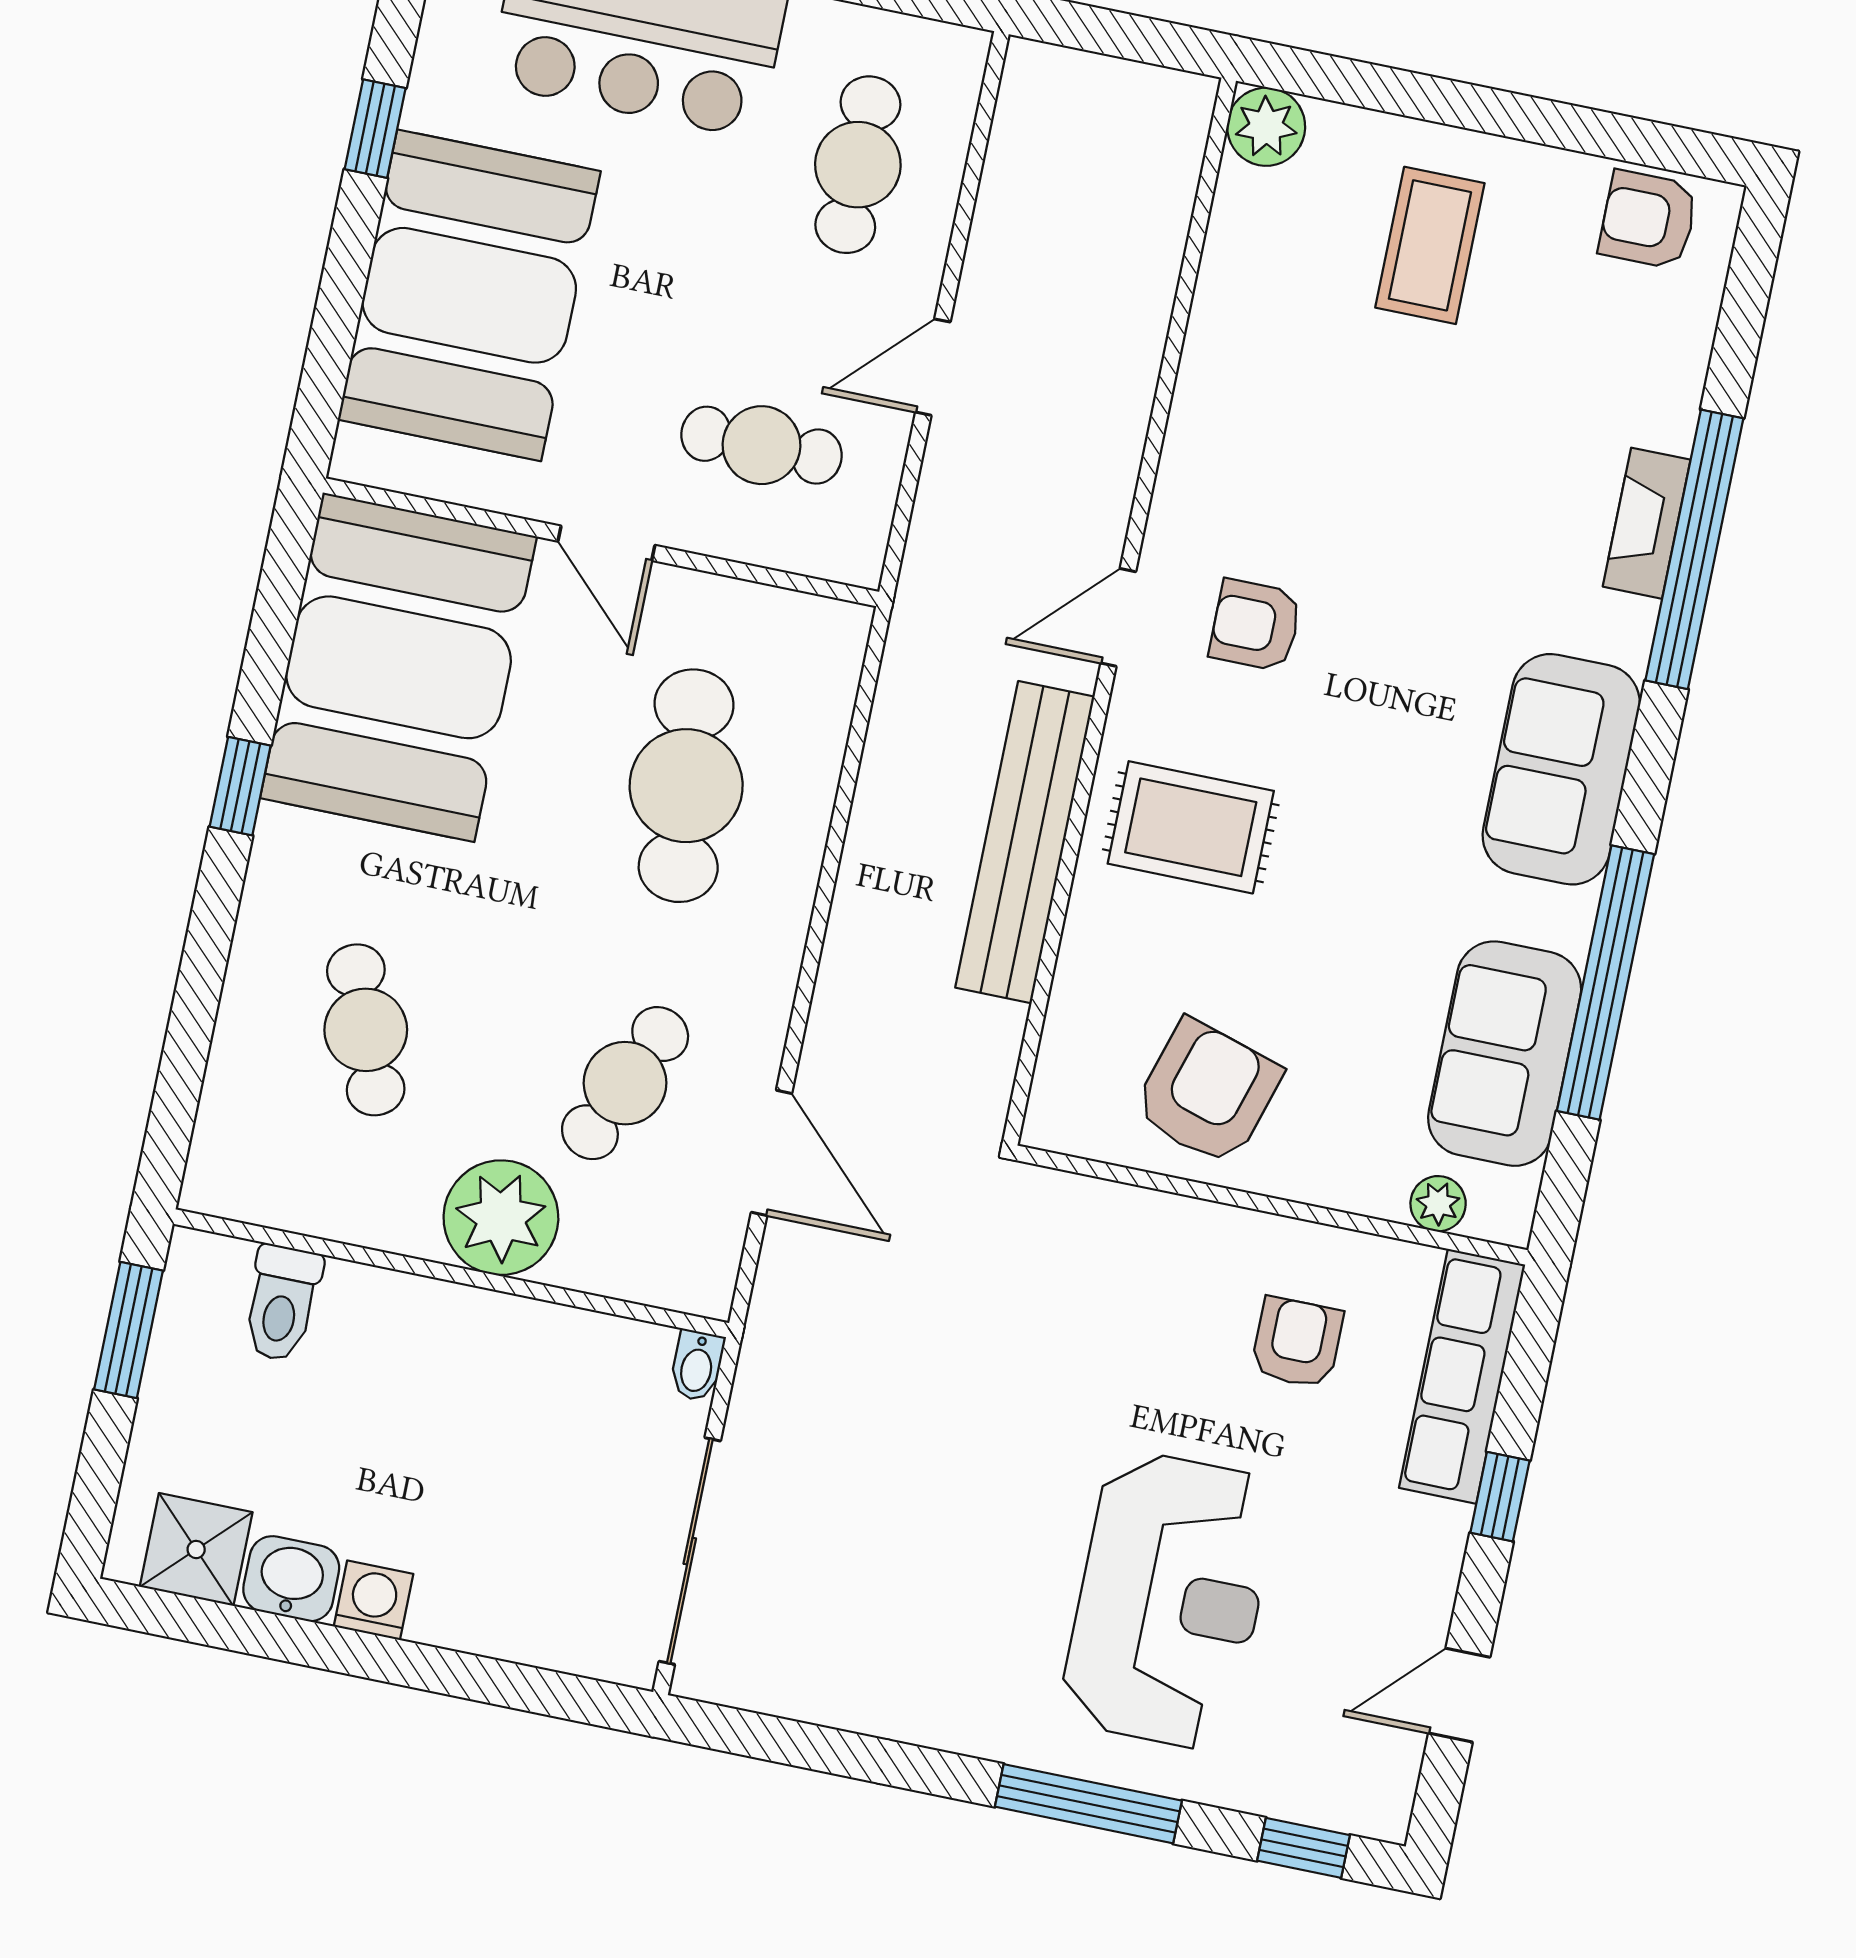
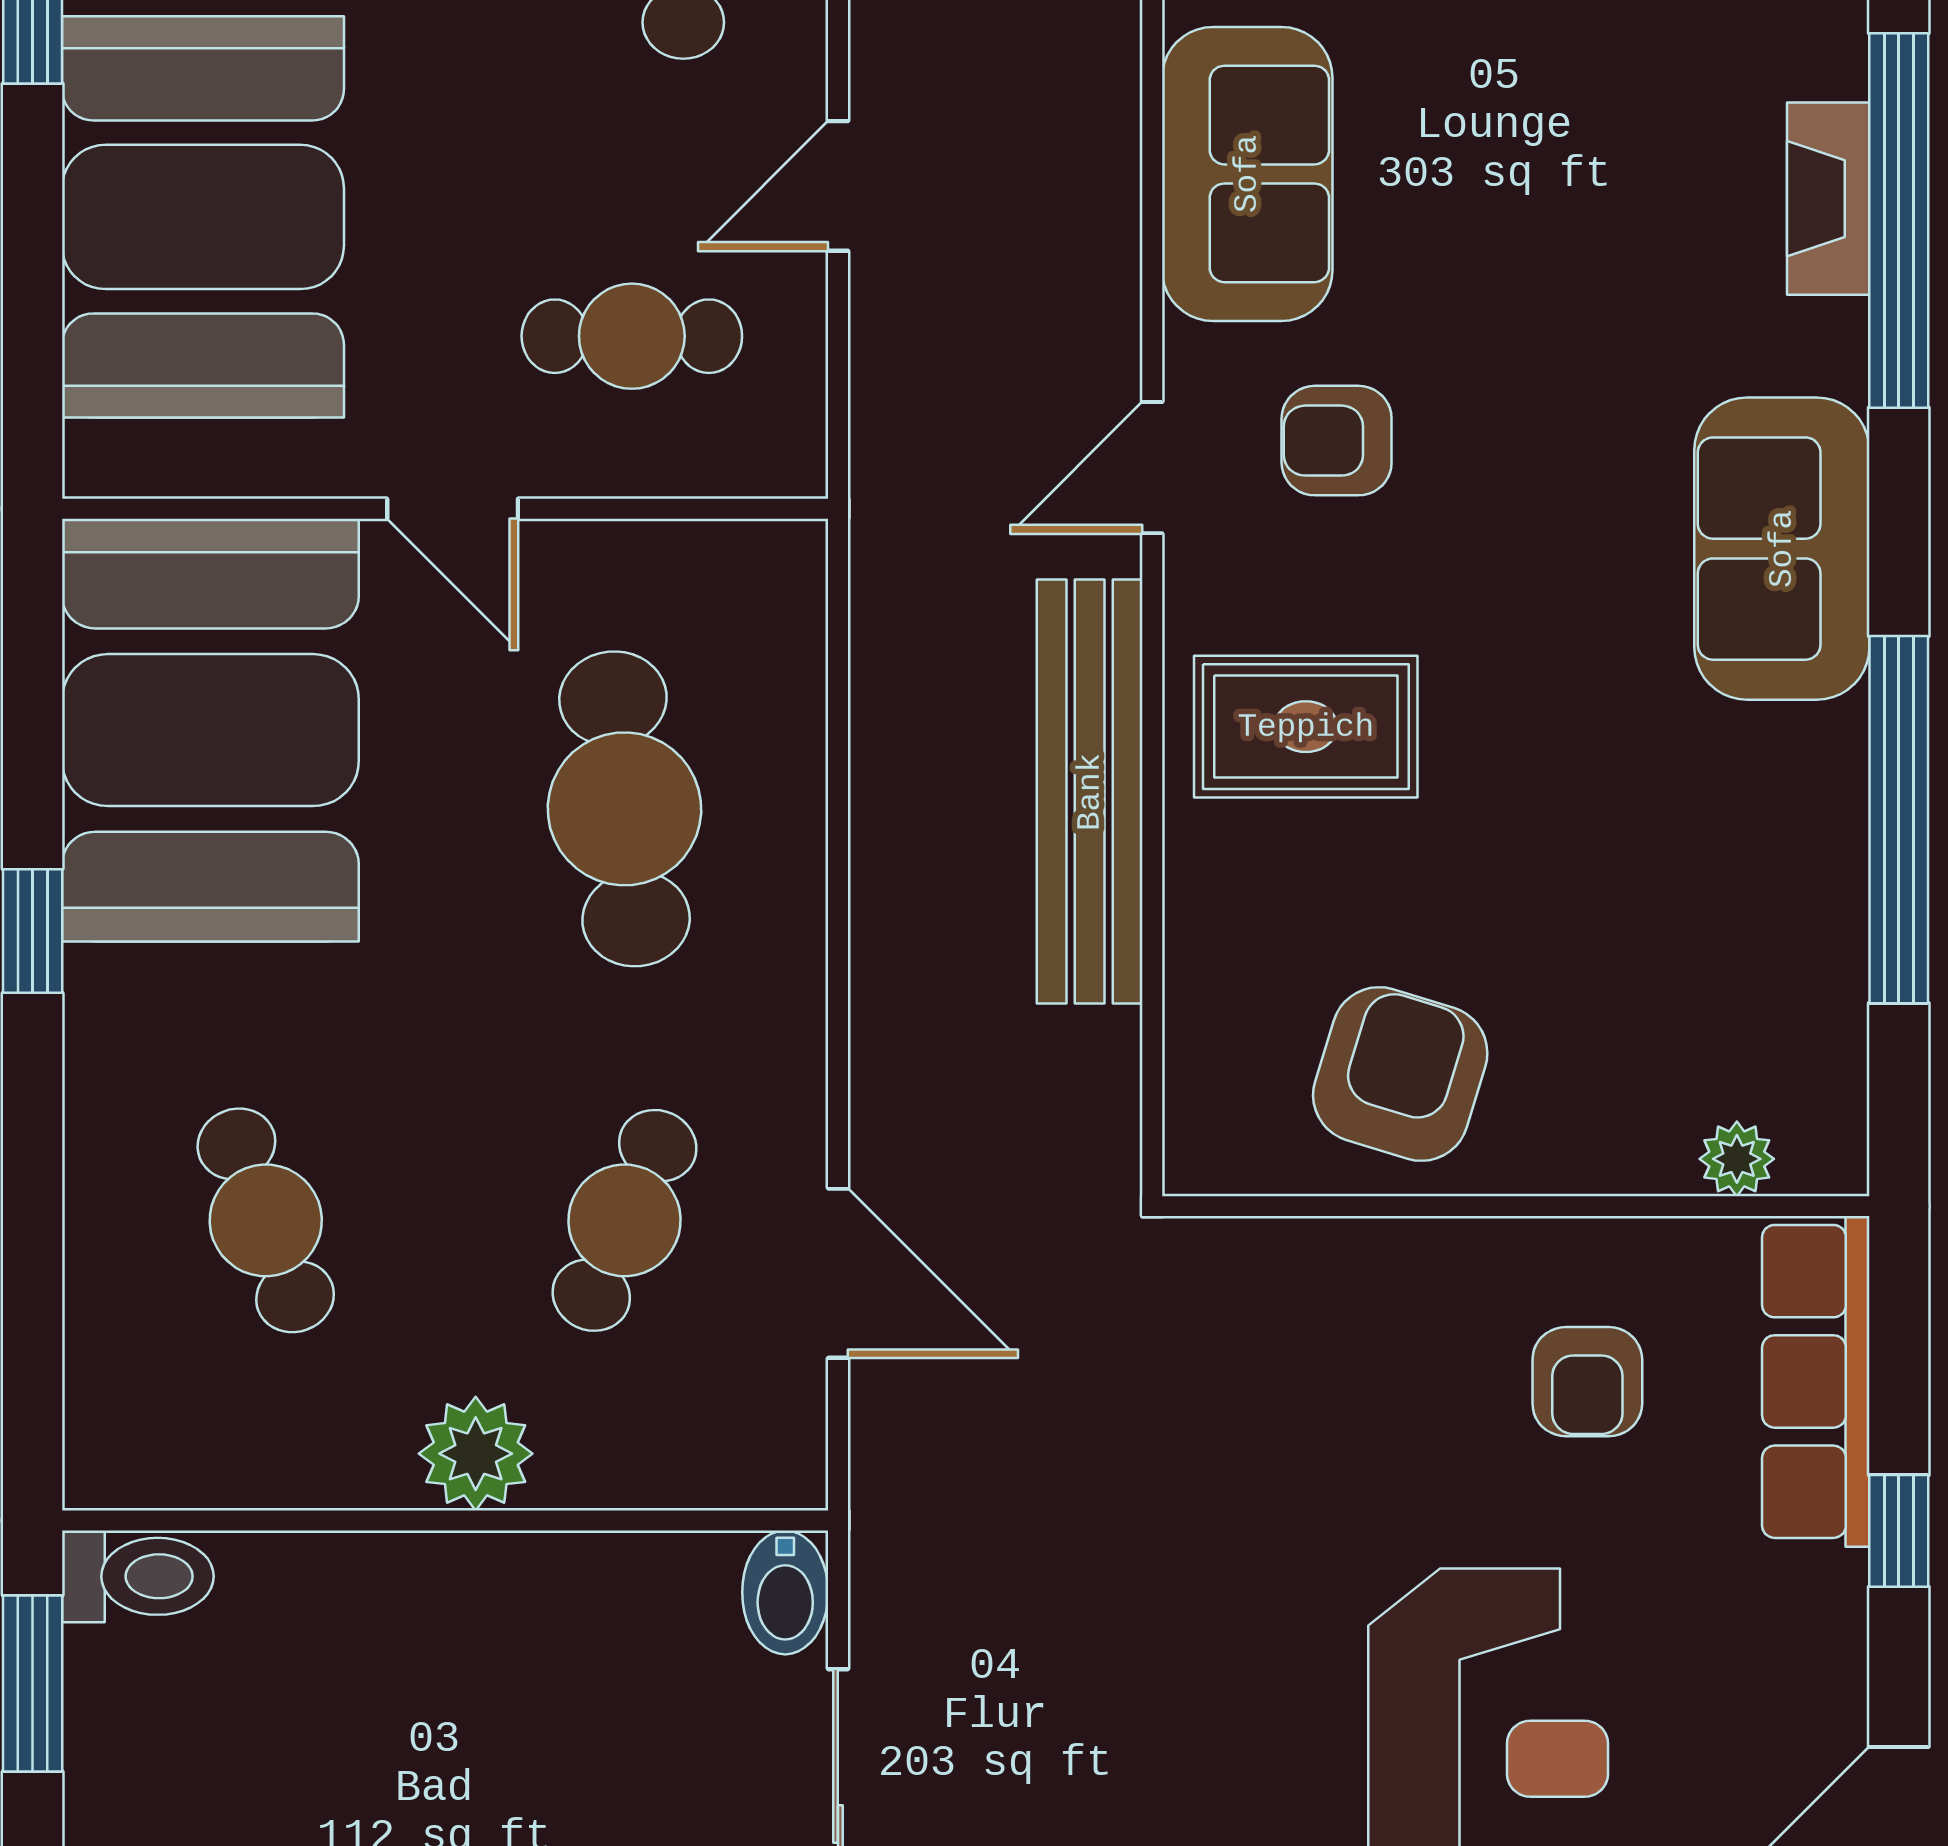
sofa: (1505, 1054) -> (1247, 174), moved, turned 180
plant: (501, 1218) -> (476, 1454), width x0.73, depth x0.73
toilet: (282, 1303) -> (138, 1576), moved, turned -90
armchair: (1297, 1342) -> (1587, 1382), turned 180
bidet: (697, 1366) -> (785, 1592), width x1.38, depth x1.36

